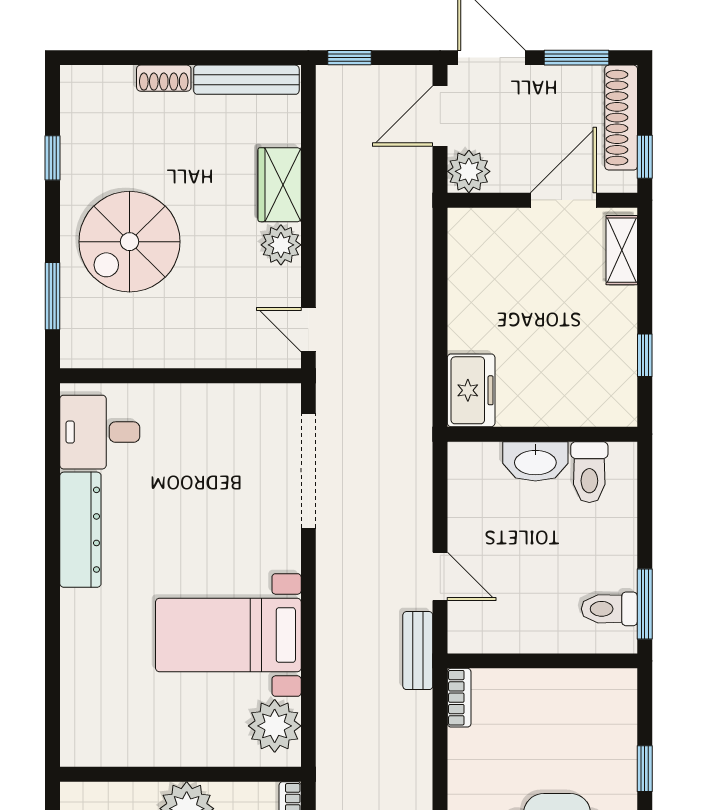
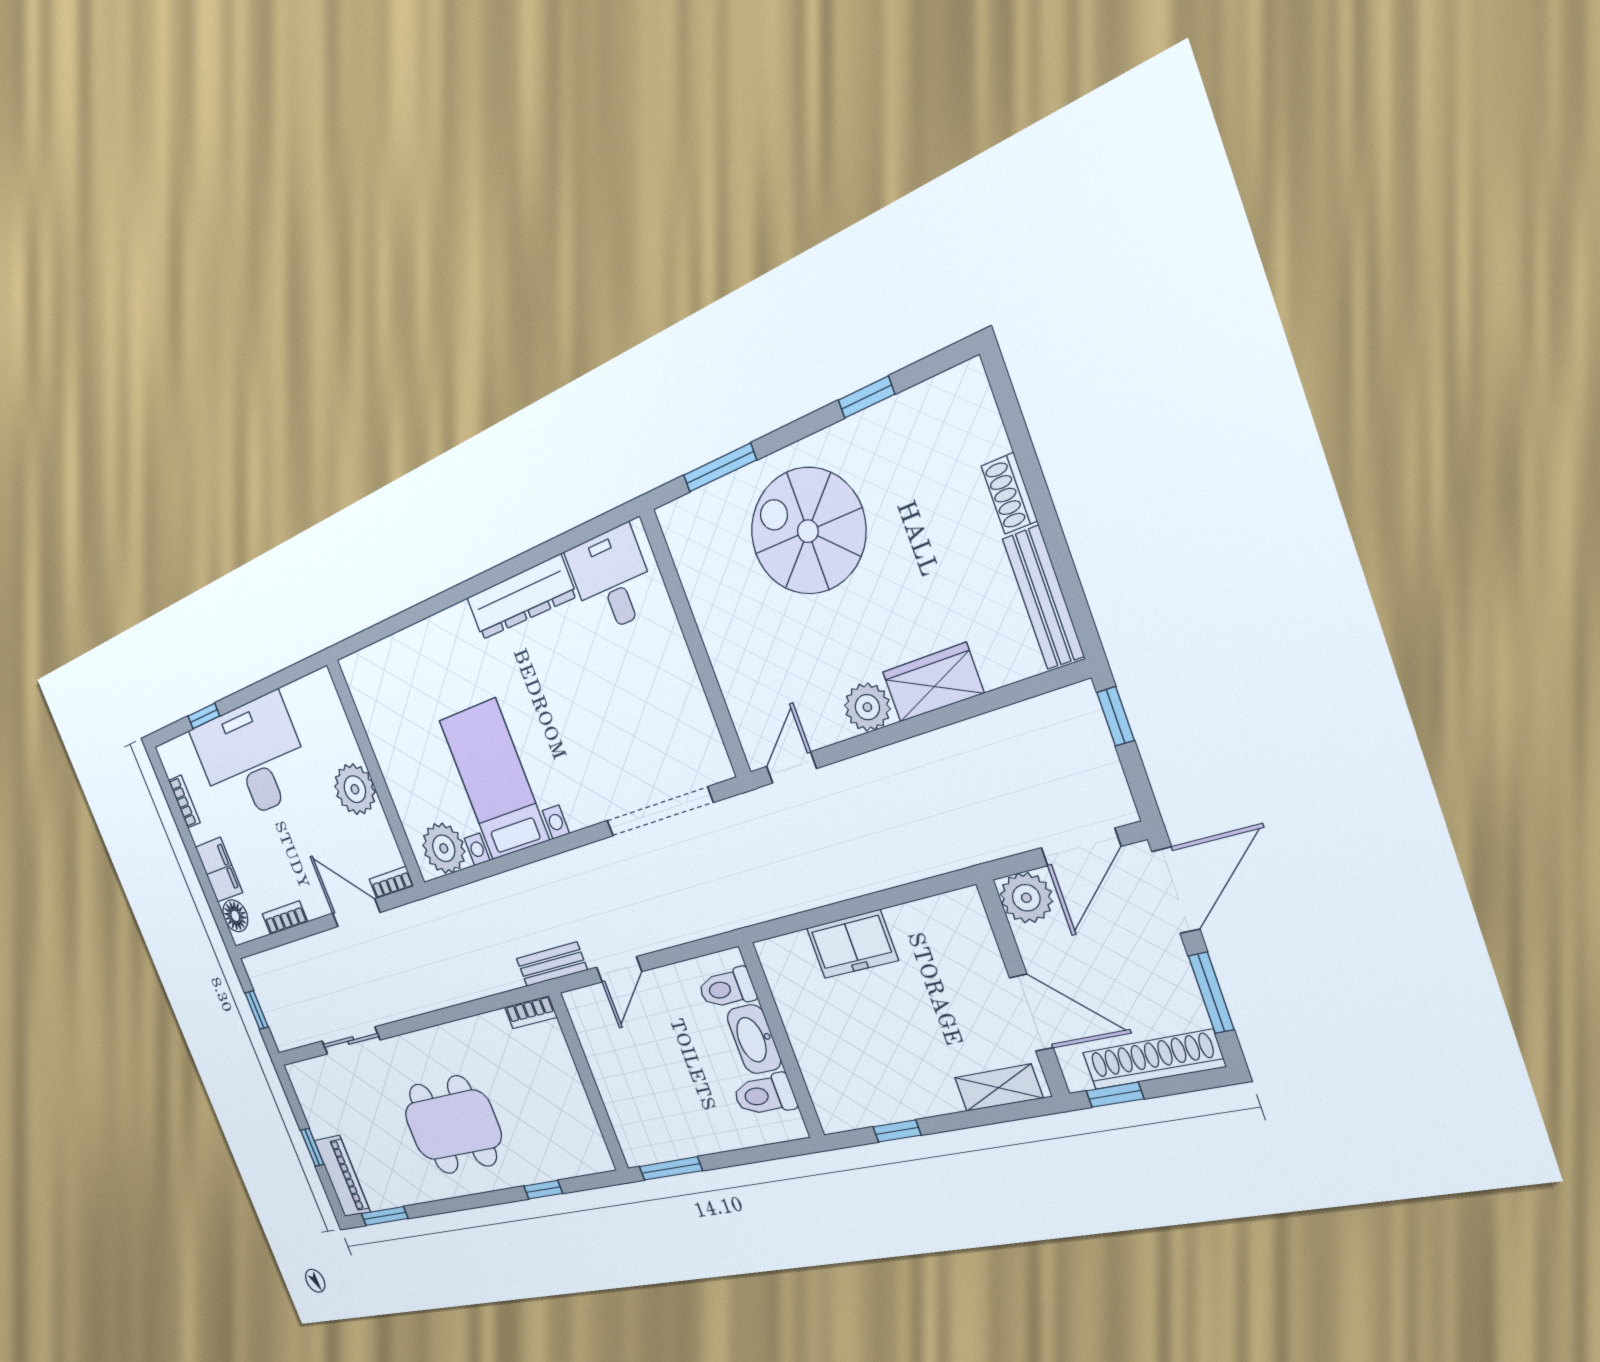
door: (440, 116) -> (1081, 847), swing flipped
freezer: (471, 390) -> (852, 944), moved
toilet: (609, 609) -> (727, 988), moved, turned -90

